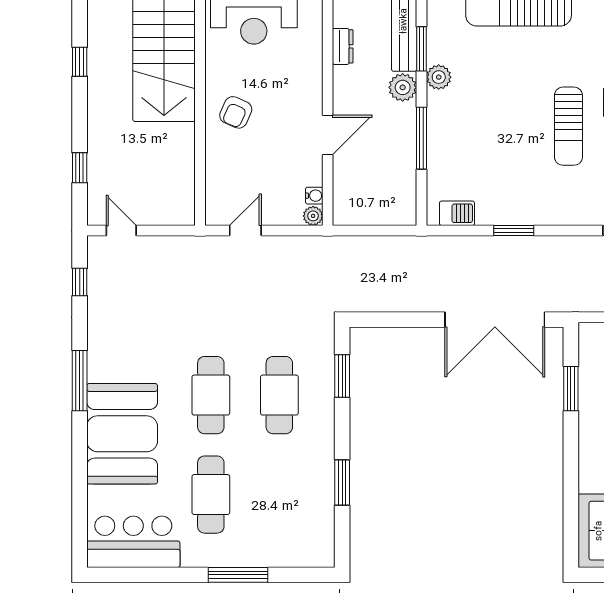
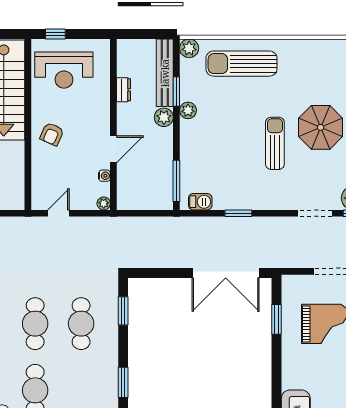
sun lounger: (568, 126) -> (275, 143), turned 180
window: (422, 138) -> (176, 181), moved
water cooler: (314, 196) -> (104, 176), moved

